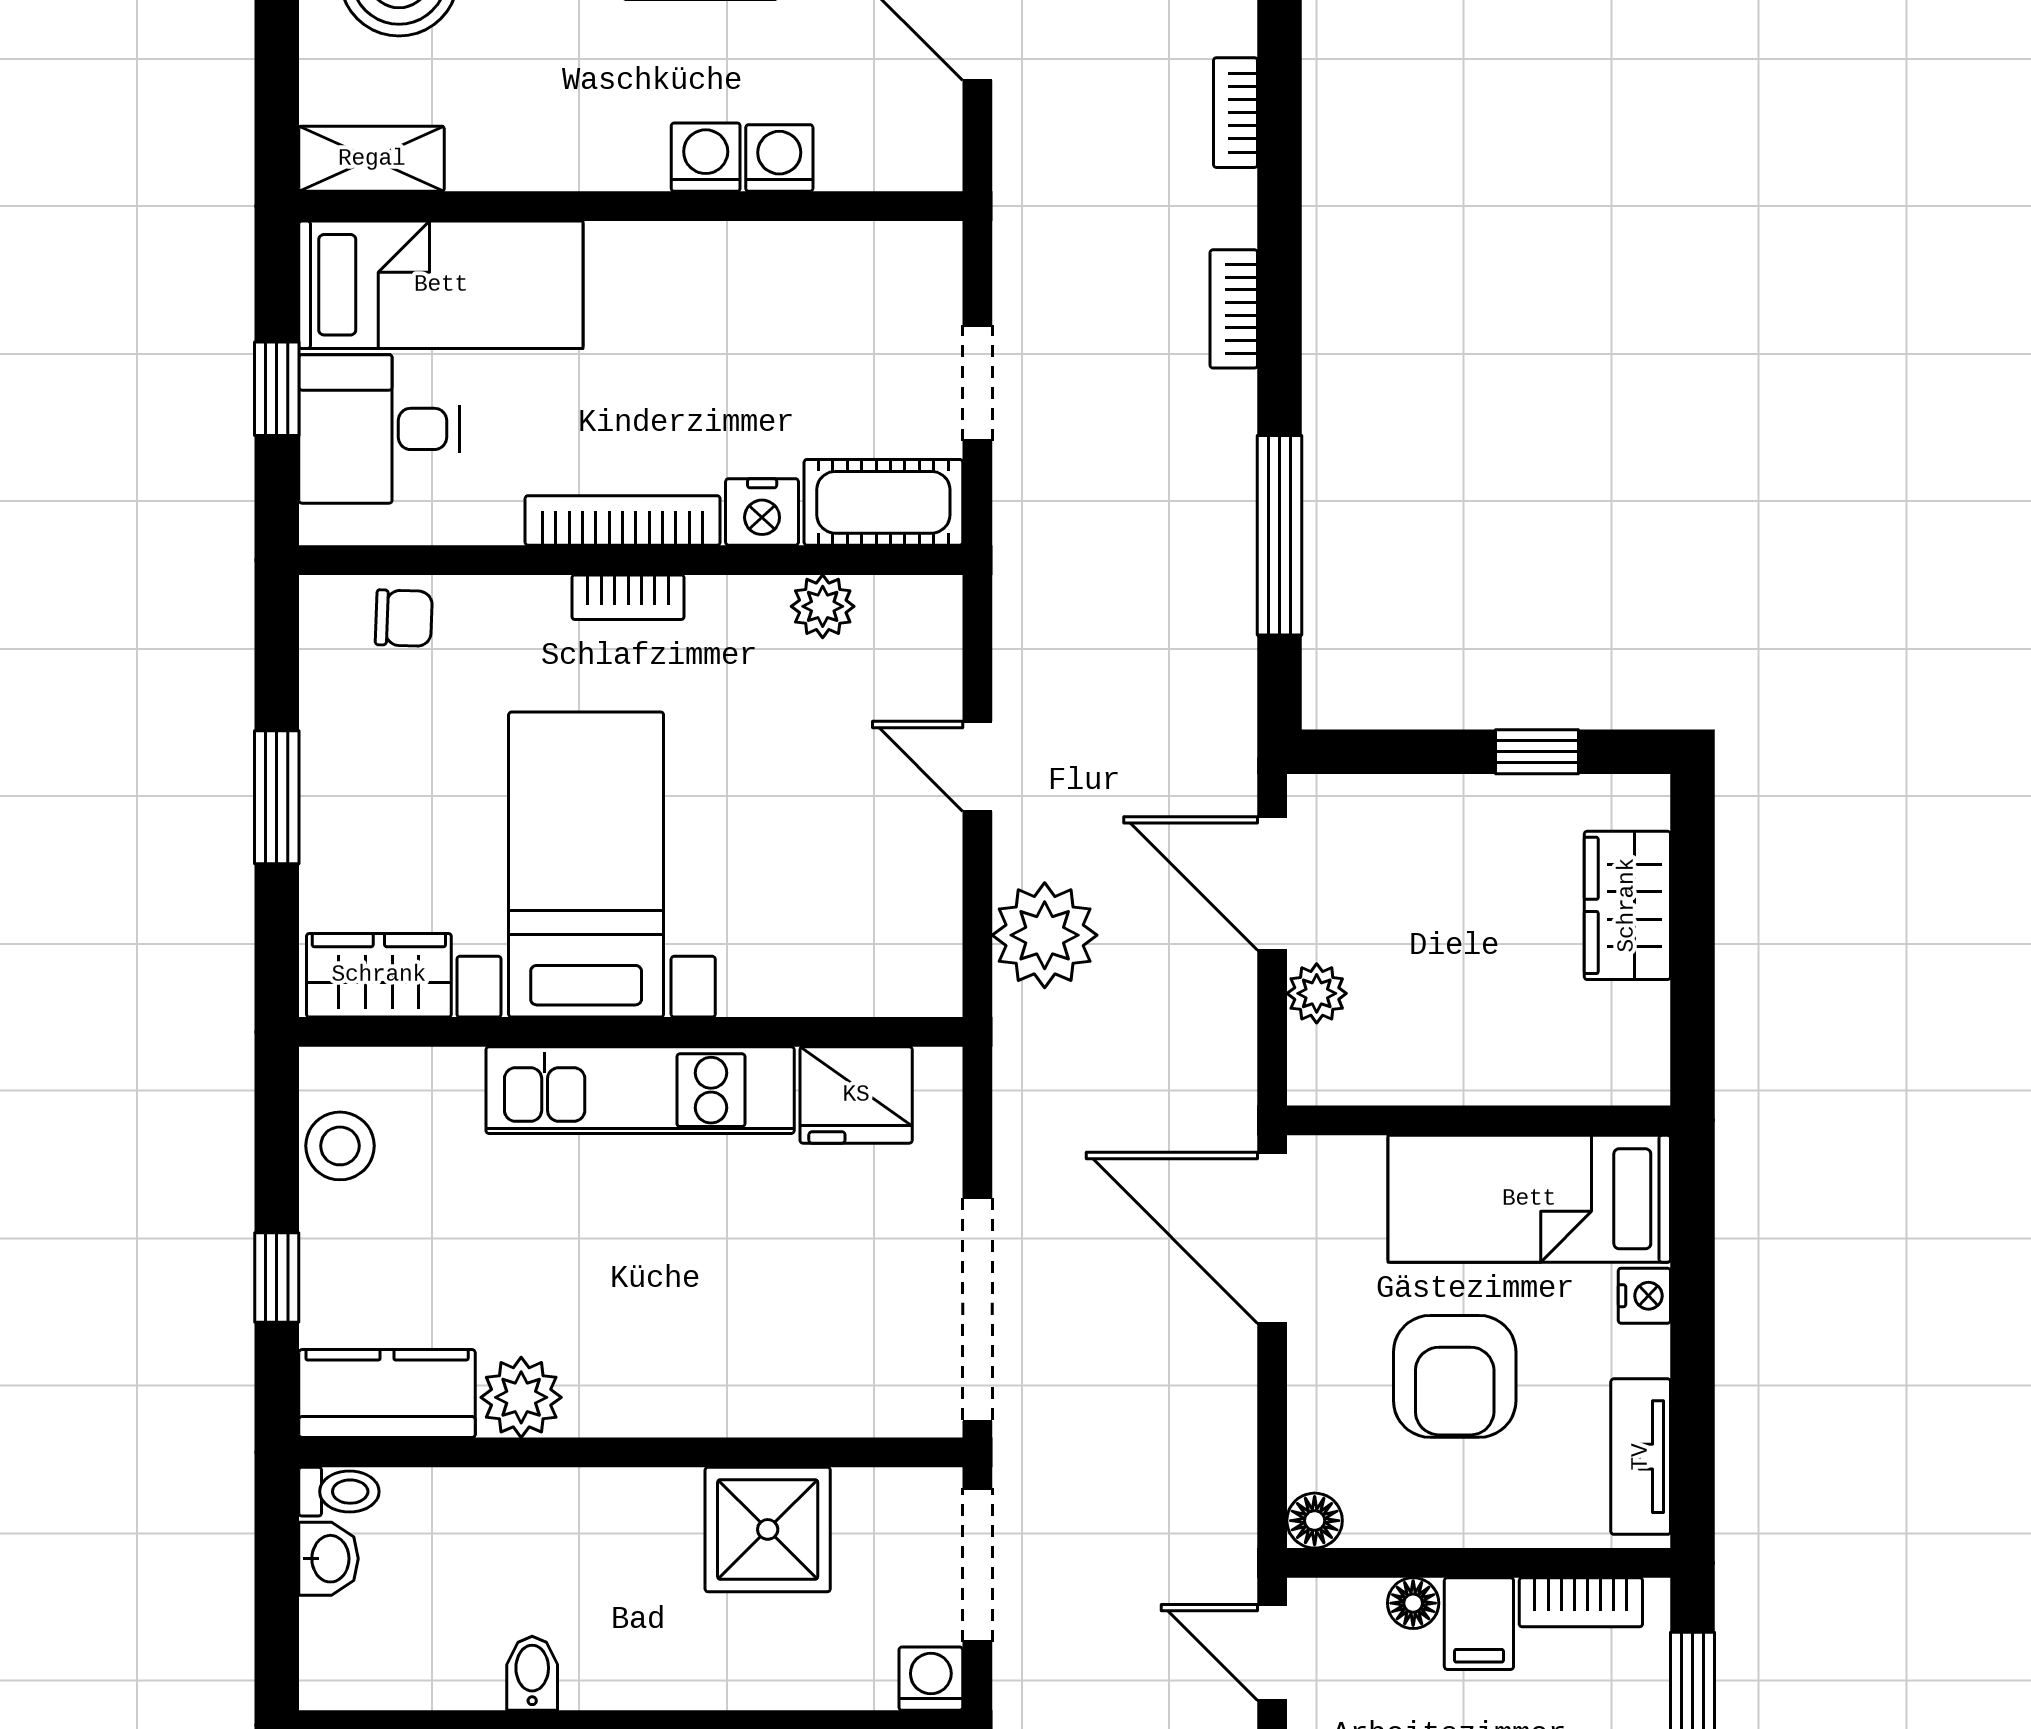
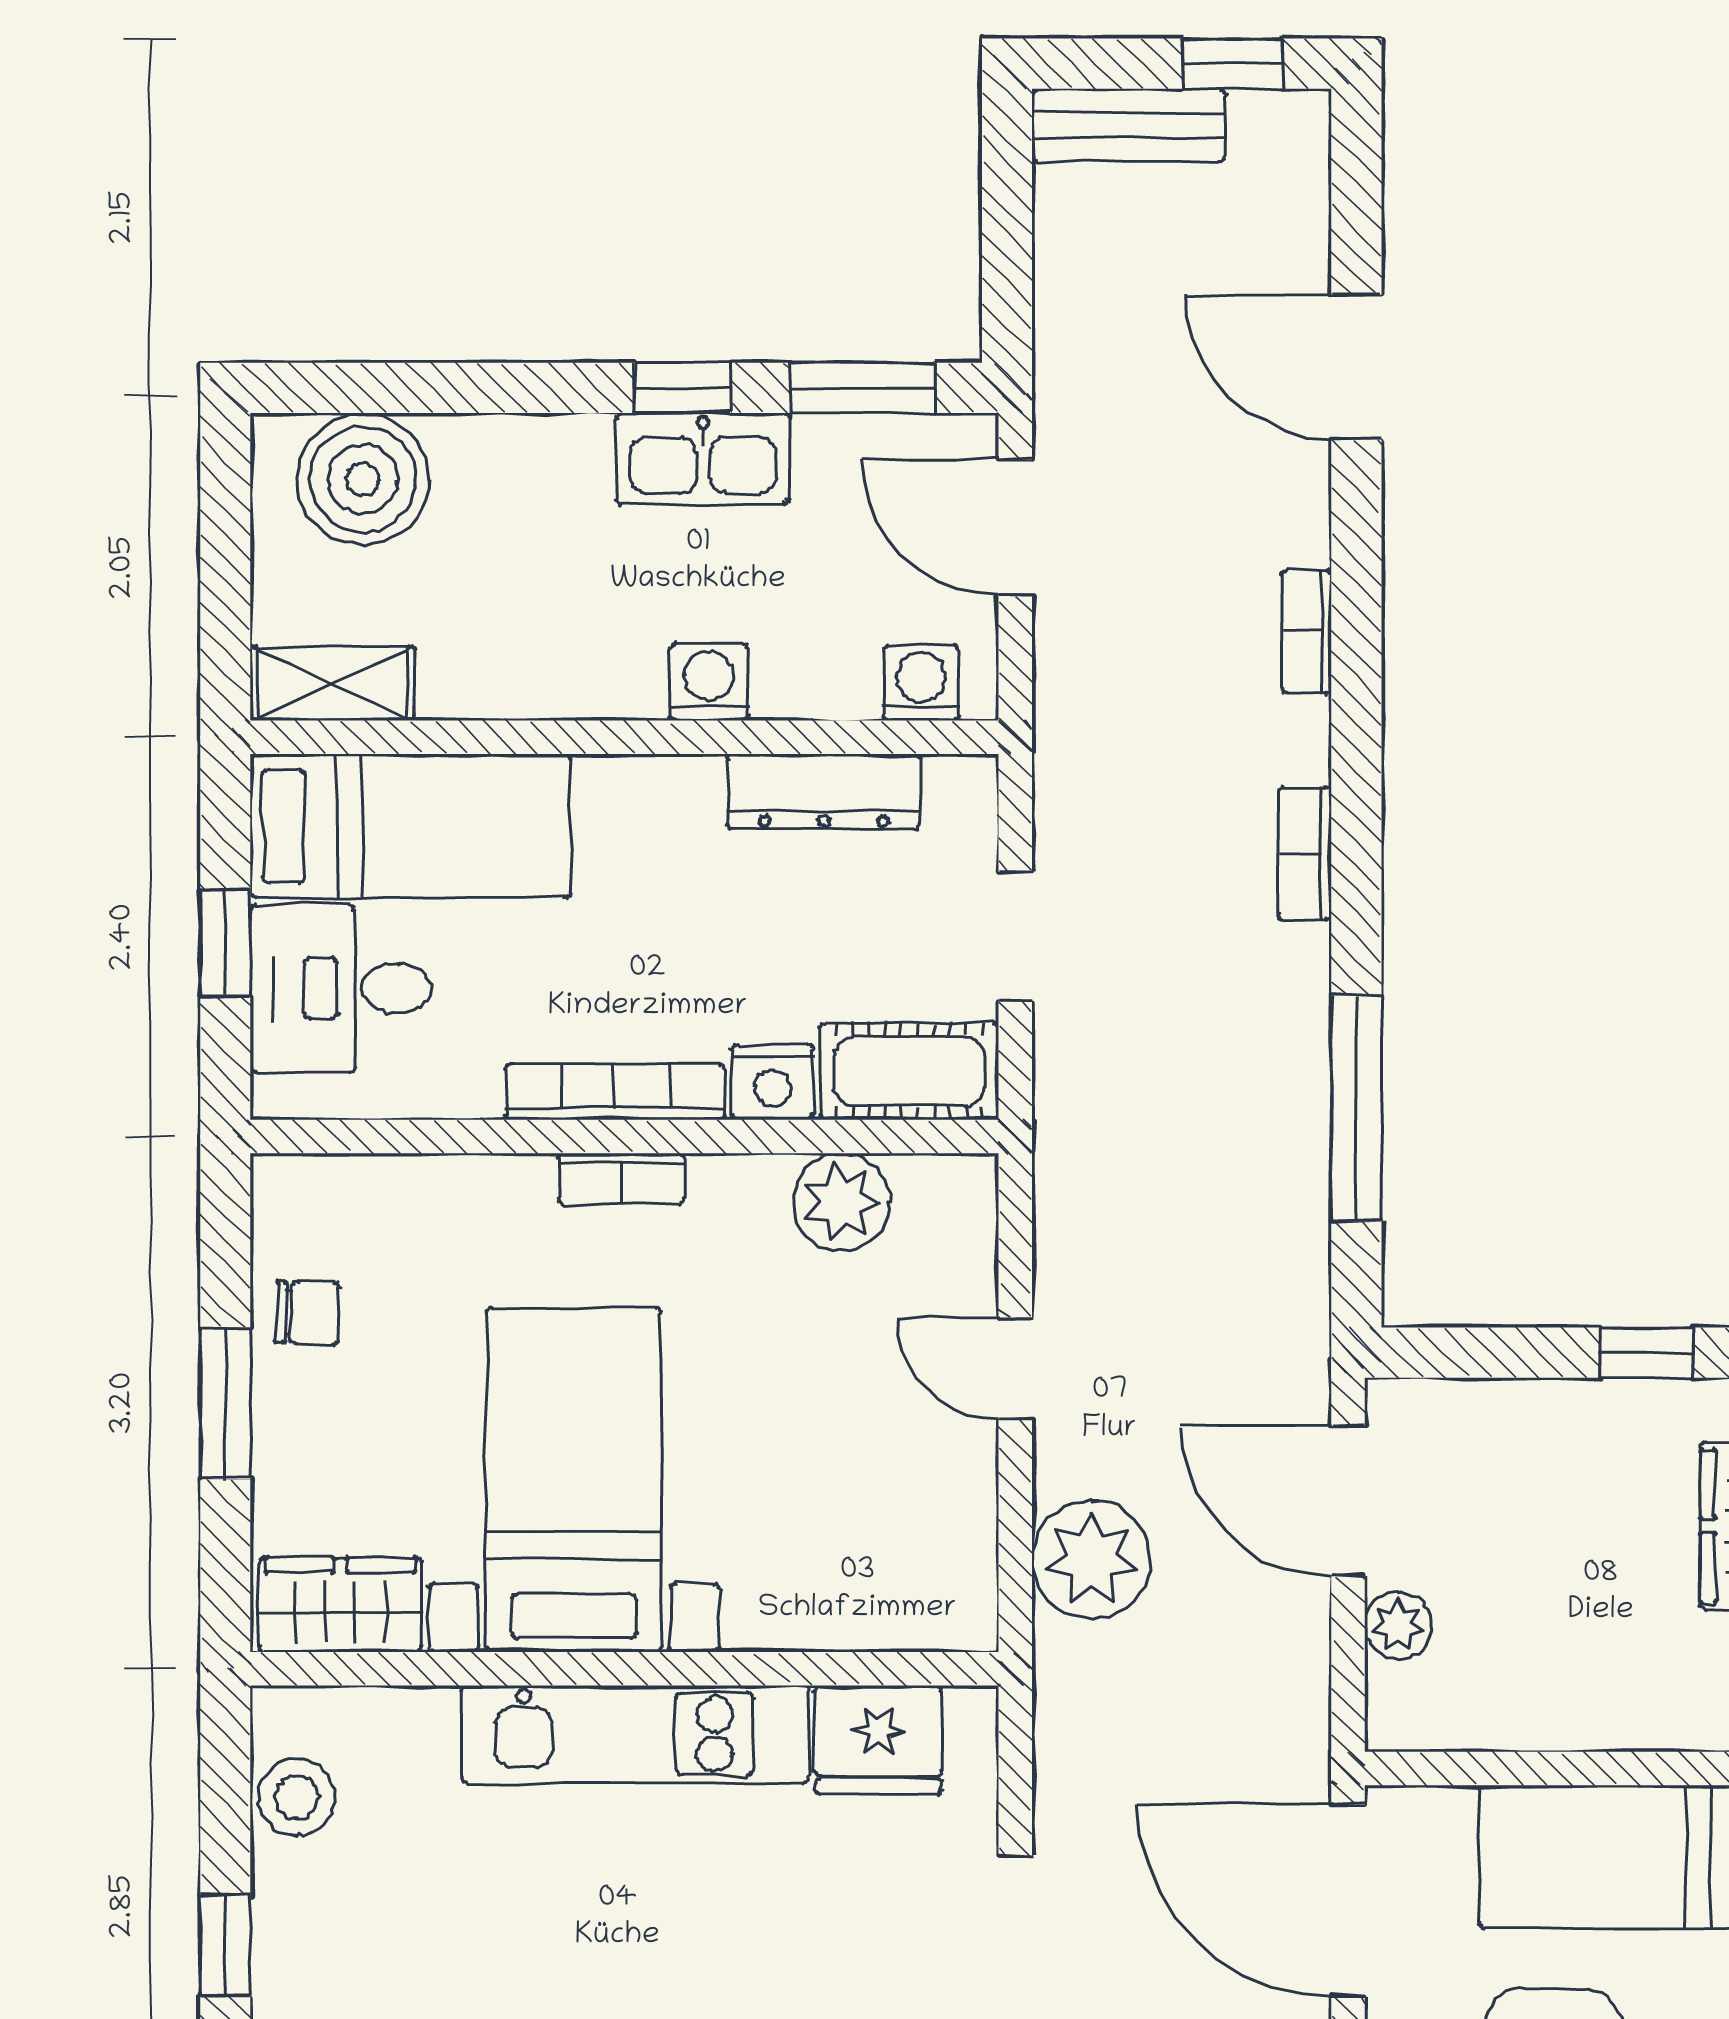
washing machine: (779, 158) -> (921, 683), moved
dresser: (808, 254) -> (824, 792), added
plant: (823, 606) -> (841, 1202), width x1.38, depth x1.38
chair: (404, 618) -> (307, 1313), moved

